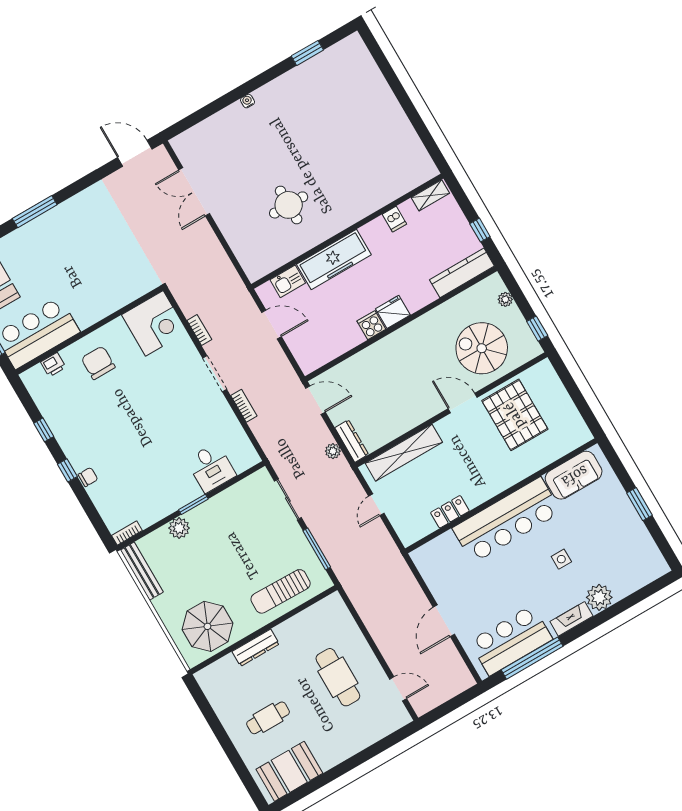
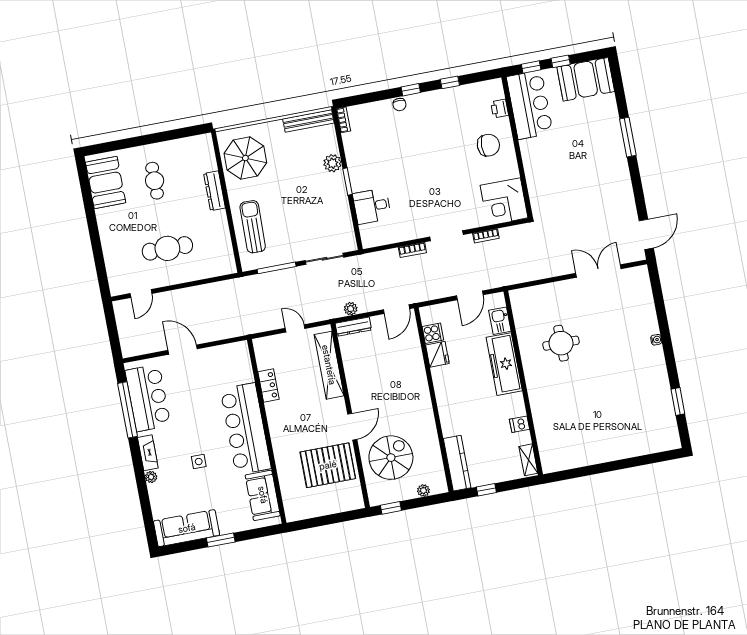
fridge: (393, 312) -> (437, 354), moved
cooker: (371, 325) -> (433, 333), moved
sofa: (640, 547) -> (187, 528), added
plant: (599, 597) -> (151, 477), width x0.53, depth x0.53

